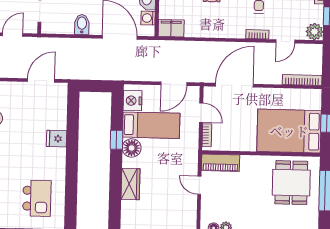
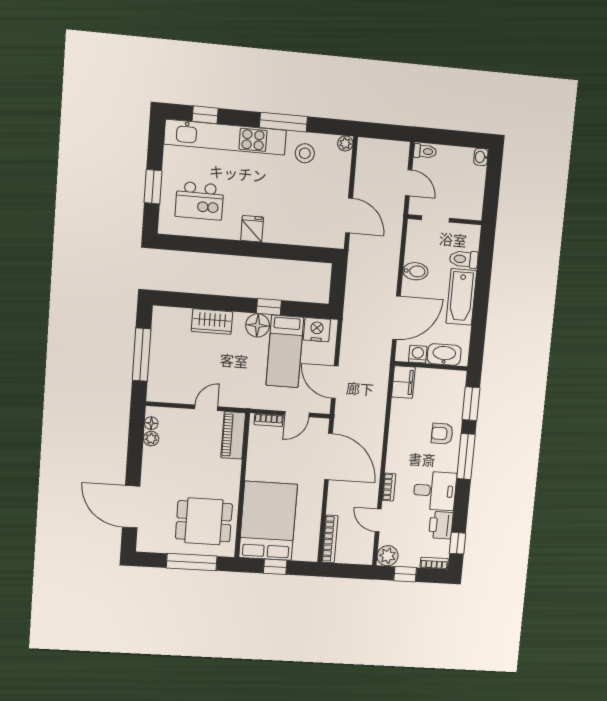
fridge: (56, 139) -> (252, 229), moved

